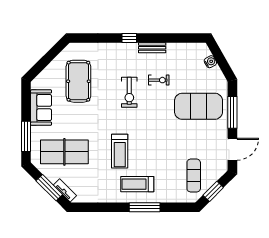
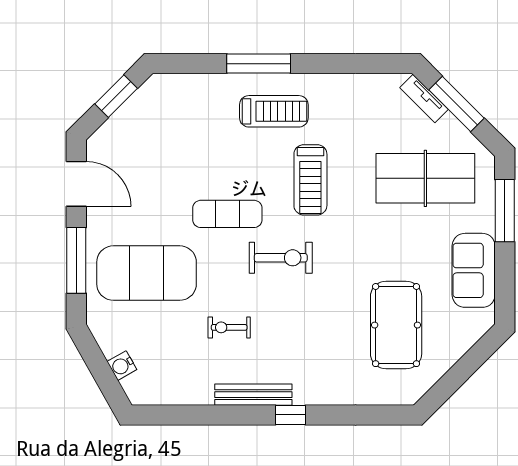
bench: (152, 48) -> (253, 395), width x1.36
exercise bike: (129, 92) -> (281, 258), moved, turned 90
door: (232, 149) -> (76, 184), swing flipped
treadmill: (120, 151) -> (310, 180), turned 180
exercise mat: (194, 176) -> (227, 214), moved, turned 90

